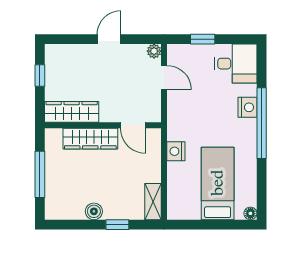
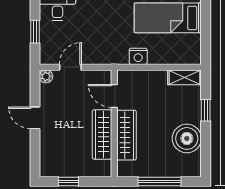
wardrobe: (72, 112) -> (102, 134), moved
door: (133, 125) -> (114, 96), swing flipped
boiler: (94, 211) -> (187, 138), width x1.86, depth x1.86

